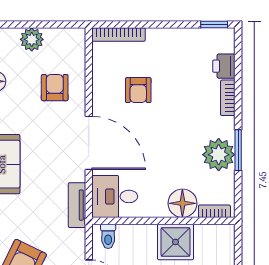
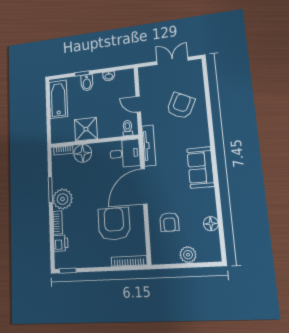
armchair: (138, 90) -> (114, 224), width x1.88, depth x1.88
door: (89, 143) -> (144, 186), hinge flipped
plant: (219, 155) -> (63, 199), moved
tv unit: (77, 205) -> (149, 146), width x1.41

